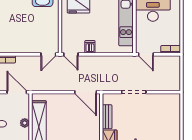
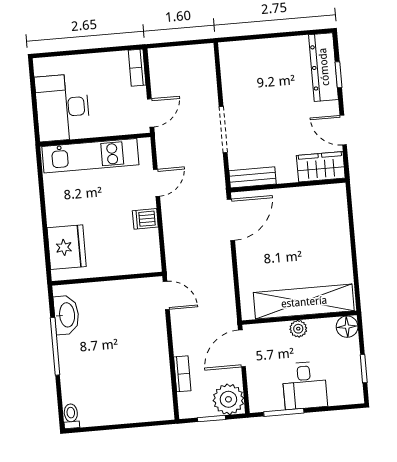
door: (71, 54) -> (157, 183), moved
bench: (107, 117) -> (252, 177), moved

